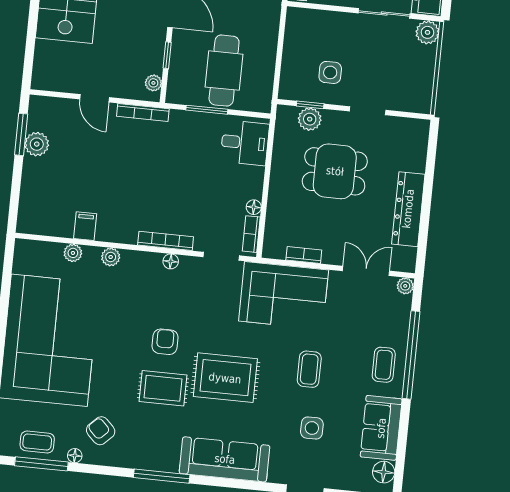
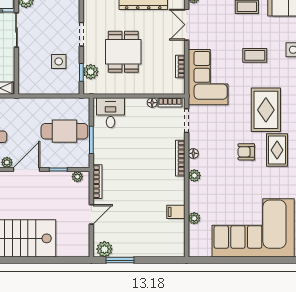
plant: (37, 144) -> (104, 249), moved
plant: (111, 257) -> (194, 176), moved

